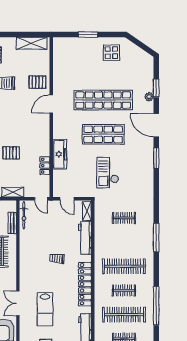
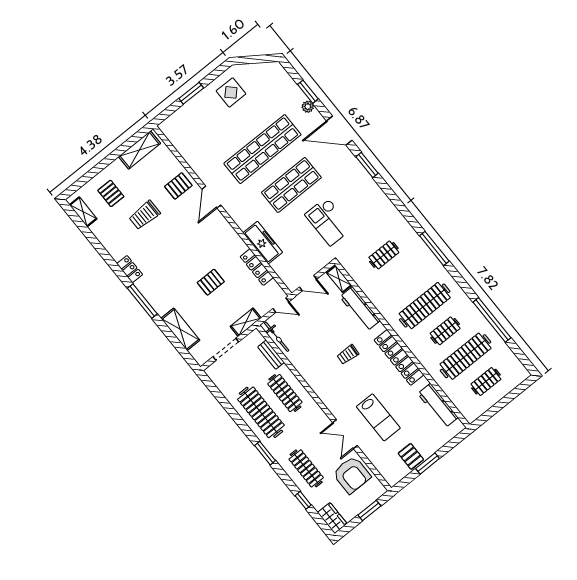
locker: (45, 166) -> (257, 267), width x1.53

